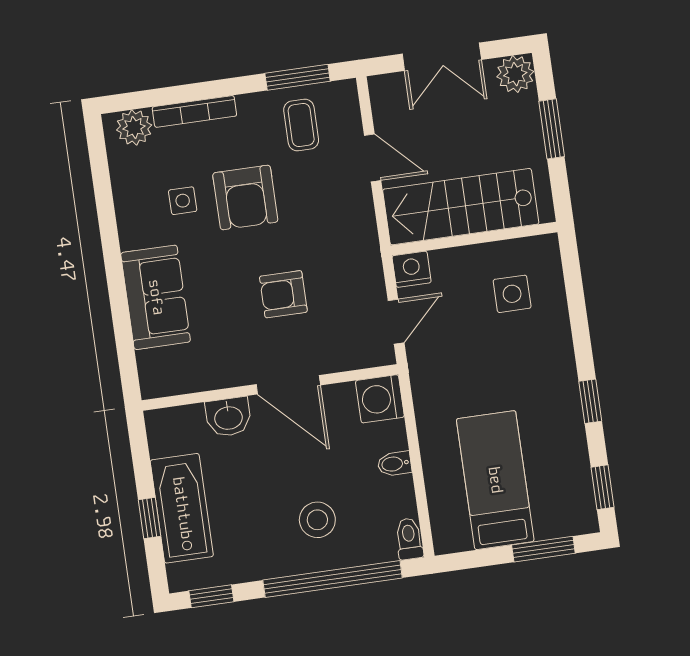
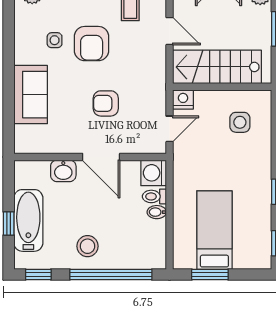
stool: (317, 520) -> (88, 246), moved
toilet: (409, 539) -> (154, 196), moved, turned -90
window: (543, 549) -> (210, 275), moved

